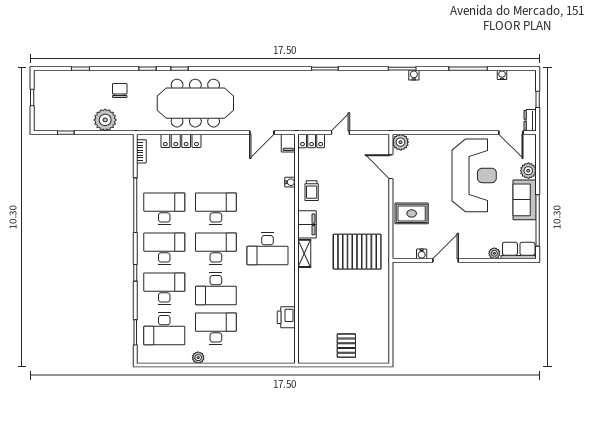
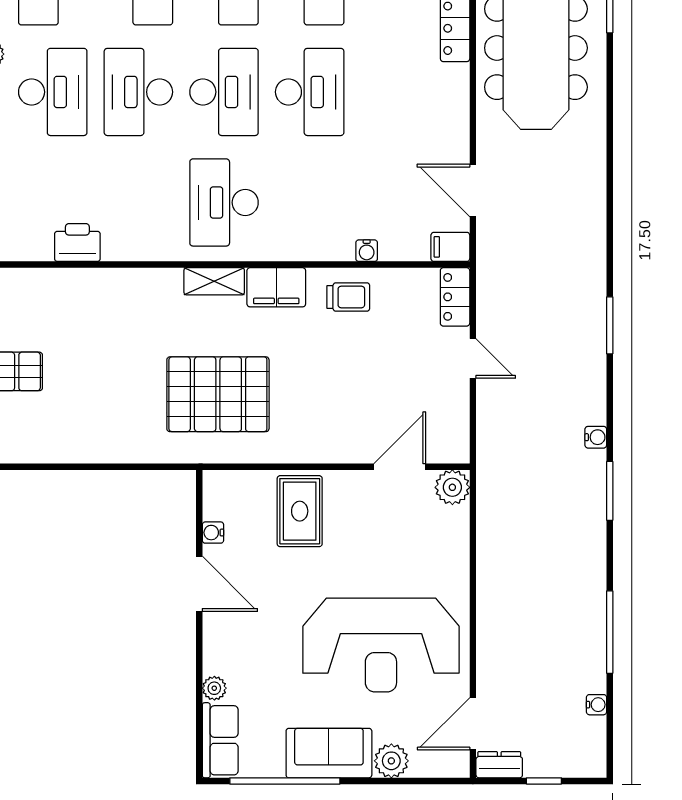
water cooler: (414, 75) -> (596, 437), moved
trolley: (312, 191) -> (348, 297), turned 180
pallet: (357, 252) -> (218, 394), turned 90

